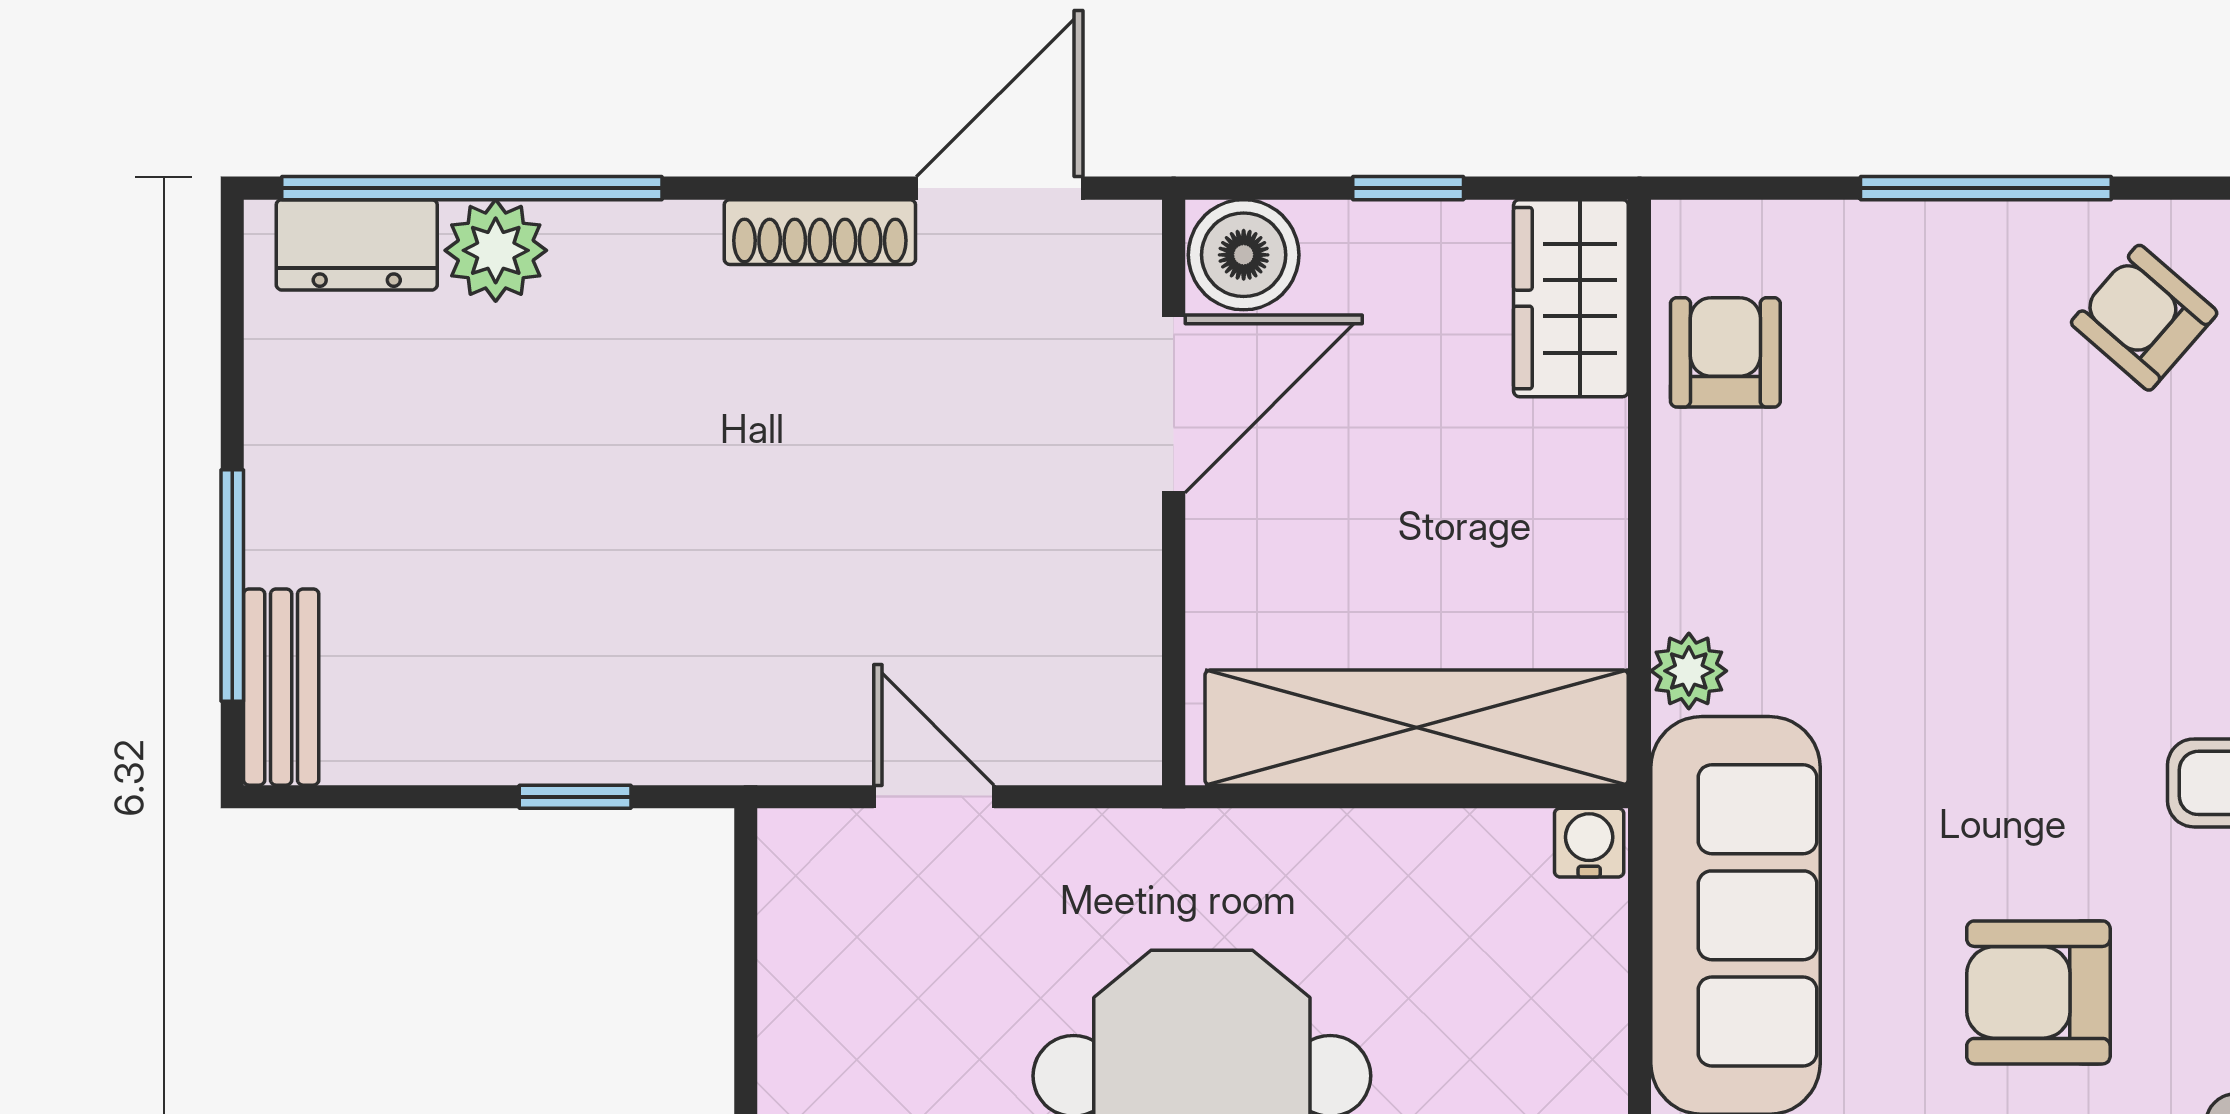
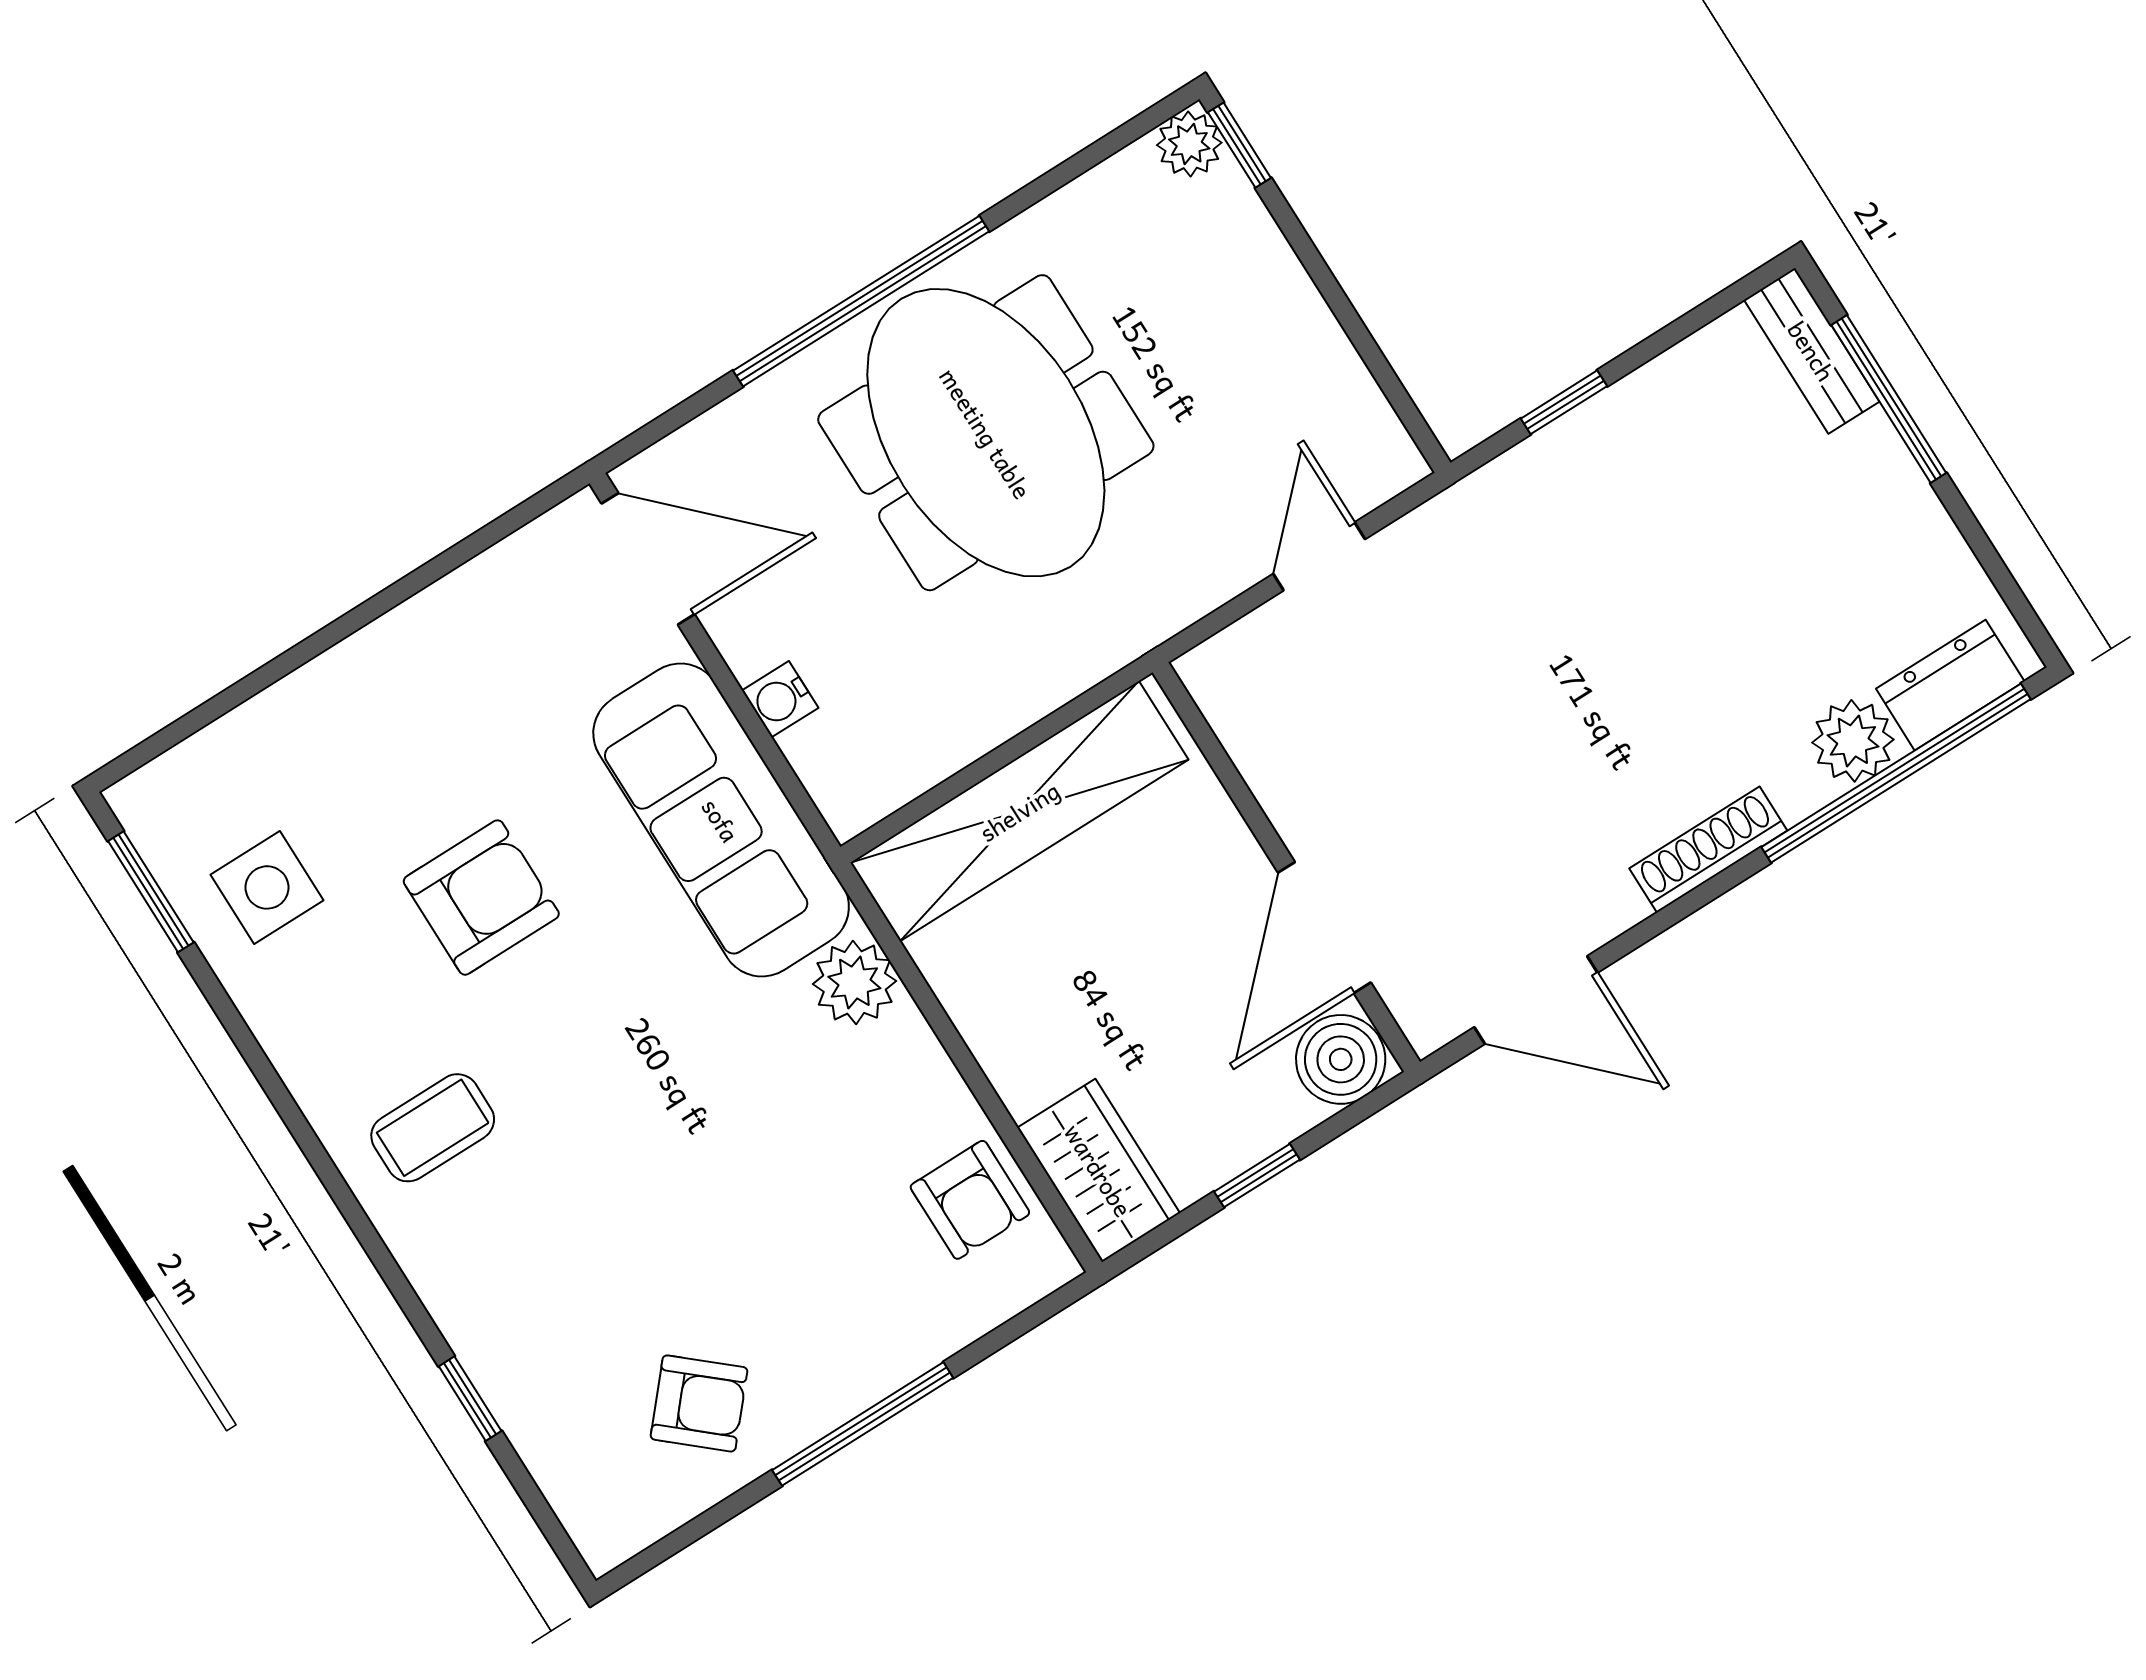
door: (1000, 188) -> (1536, 1000), hinge flipped
shoe rack: (820, 232) -> (1708, 850), moved
plant: (1689, 671) -> (854, 982), width x1.38, depth x1.38
door: (934, 797) -> (1319, 556), swing flipped
water cooler: (1589, 843) -> (780, 699), moved, turned 90

